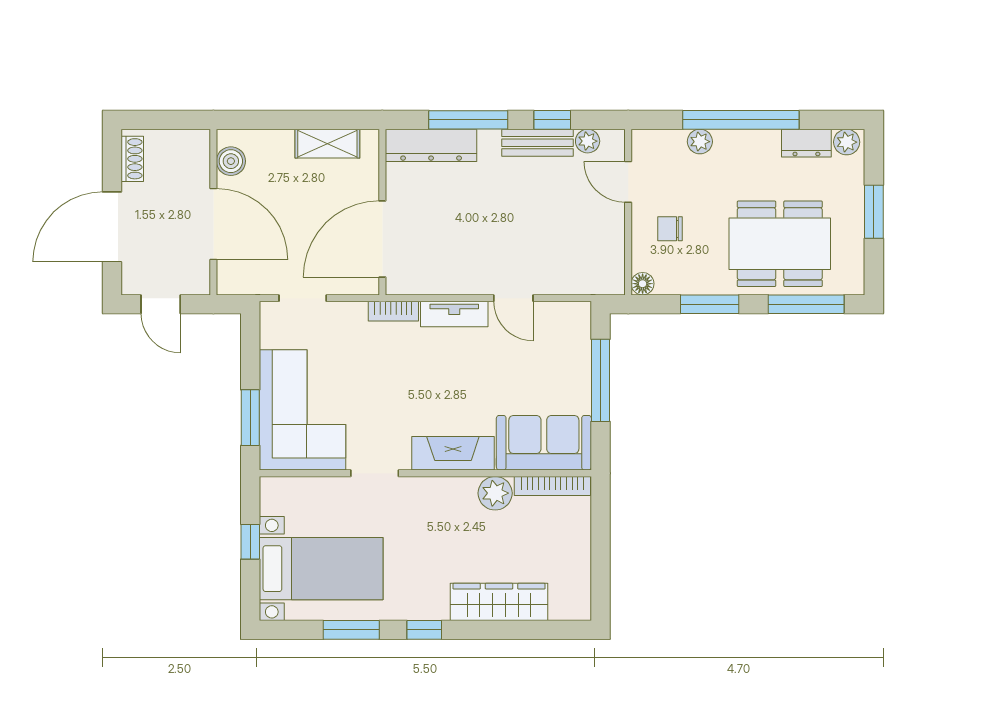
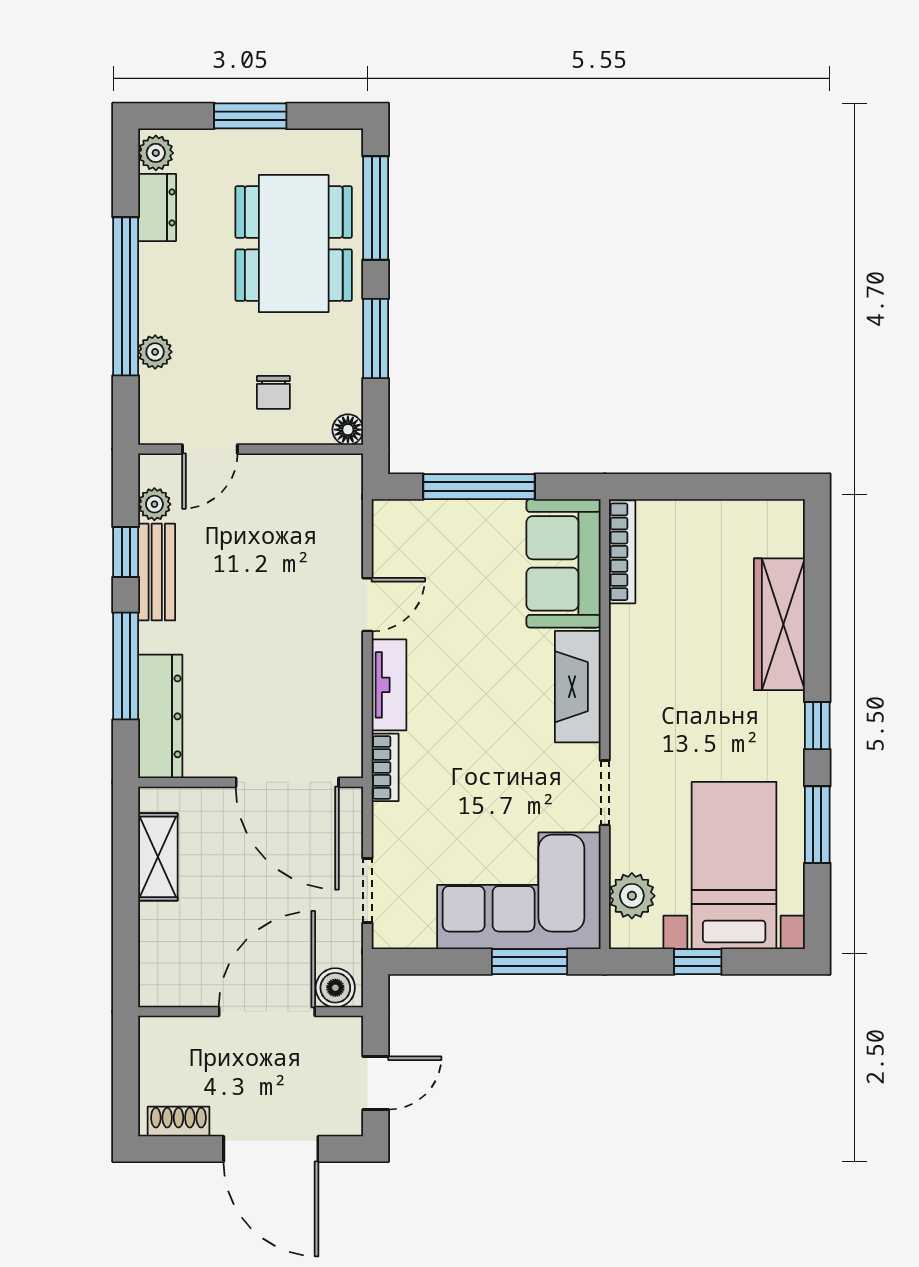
boiler: (231, 161) -> (335, 988), moved
plant: (495, 493) -> (632, 896), moved

